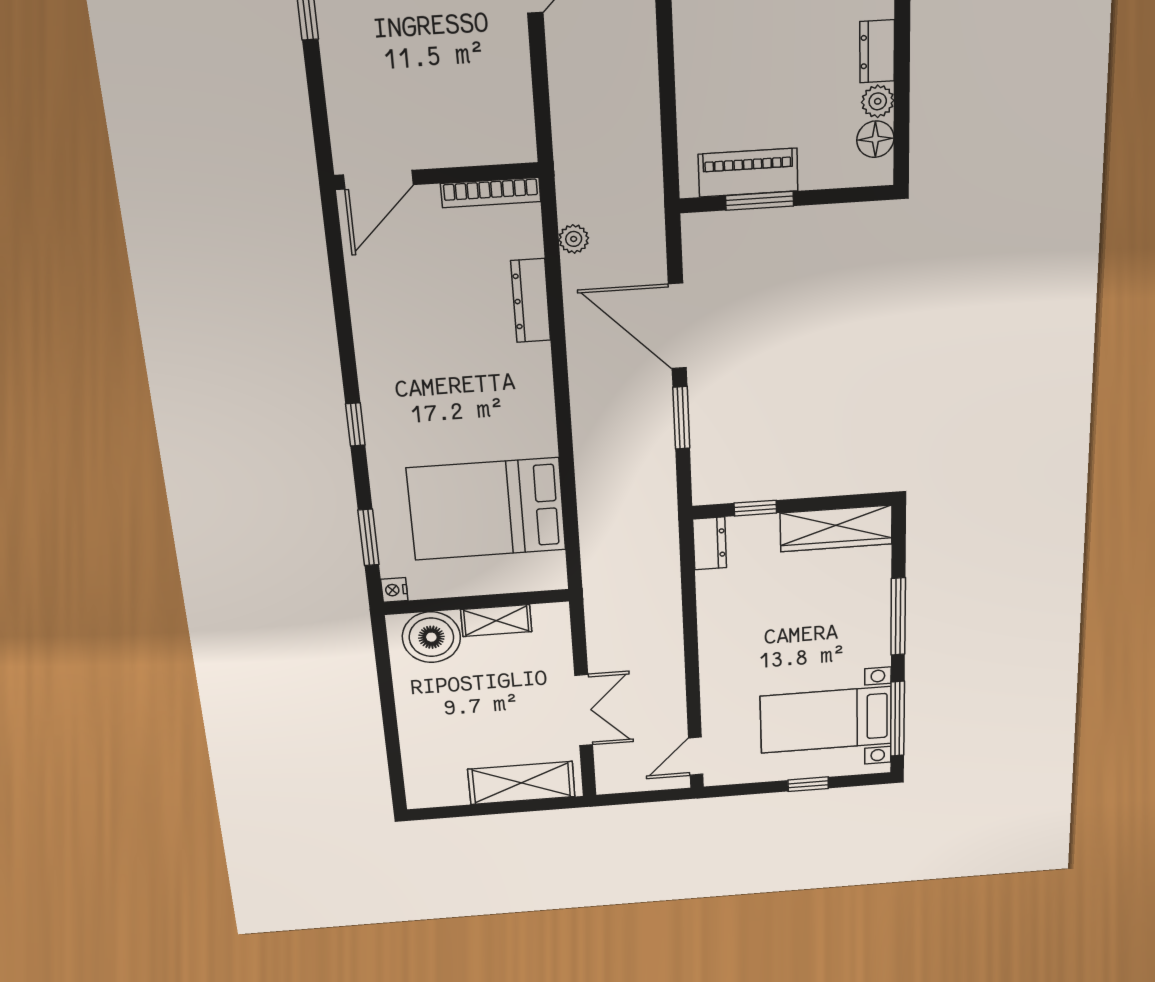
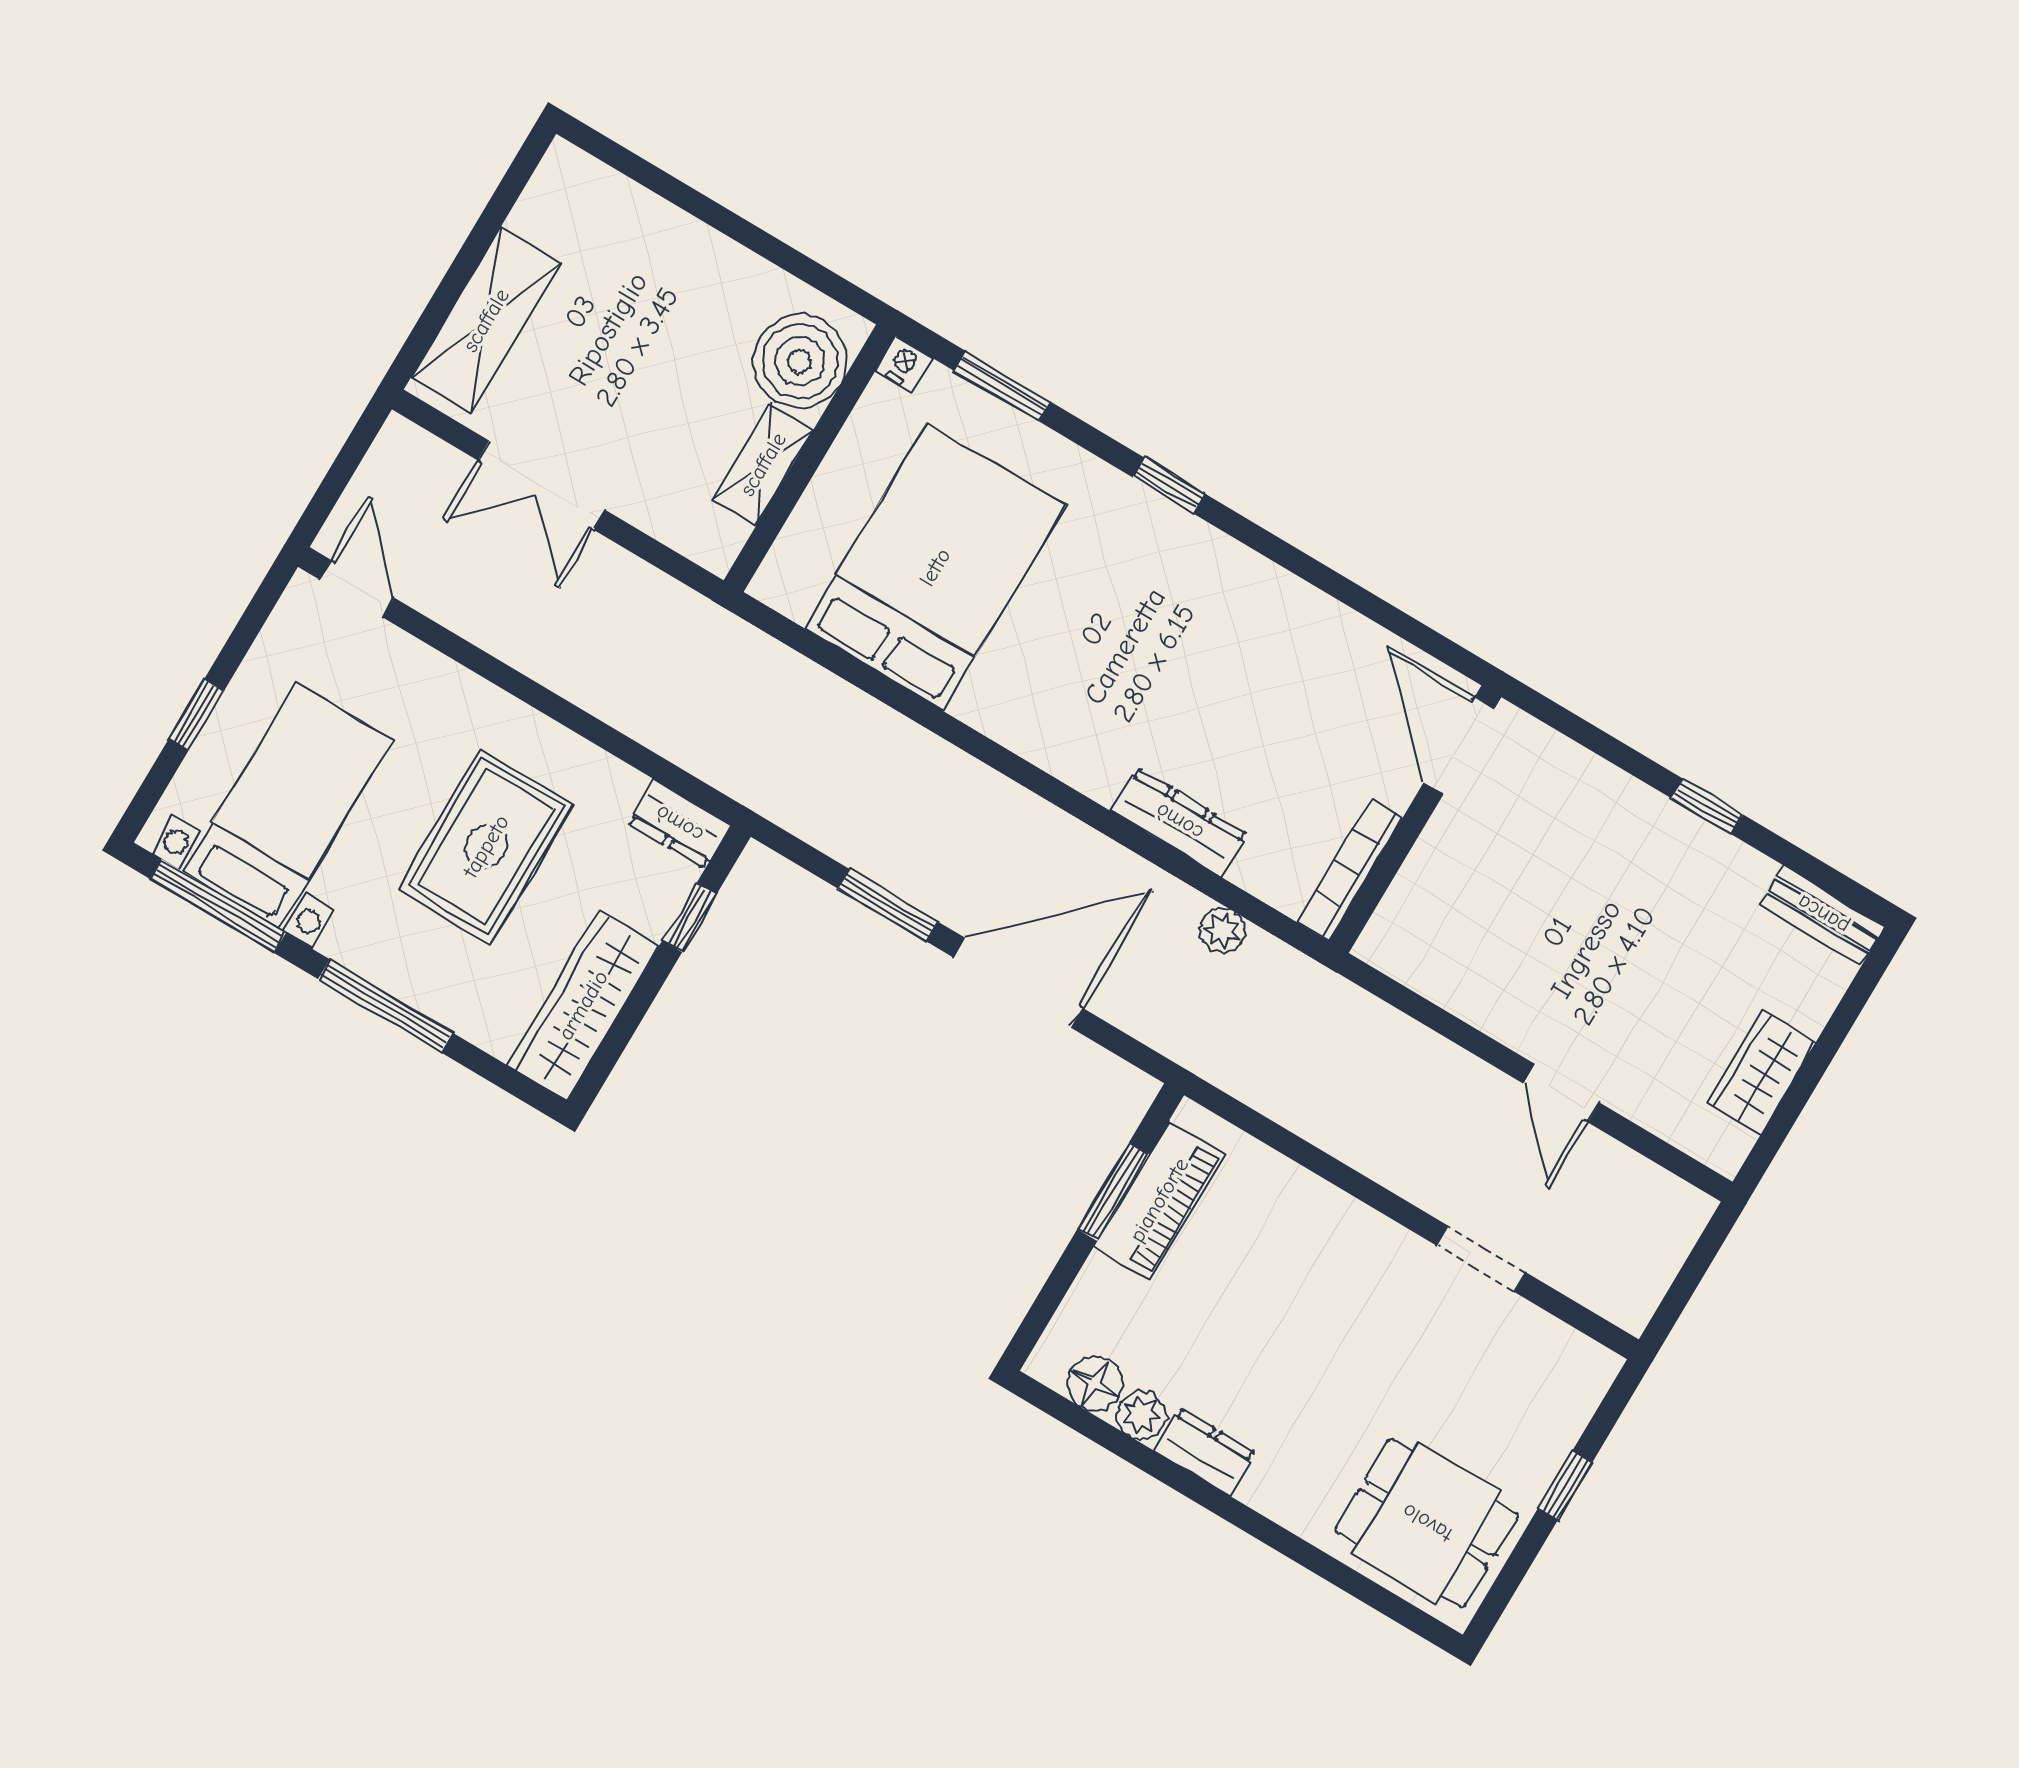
rug: (784, 623) -> (486, 846), added

